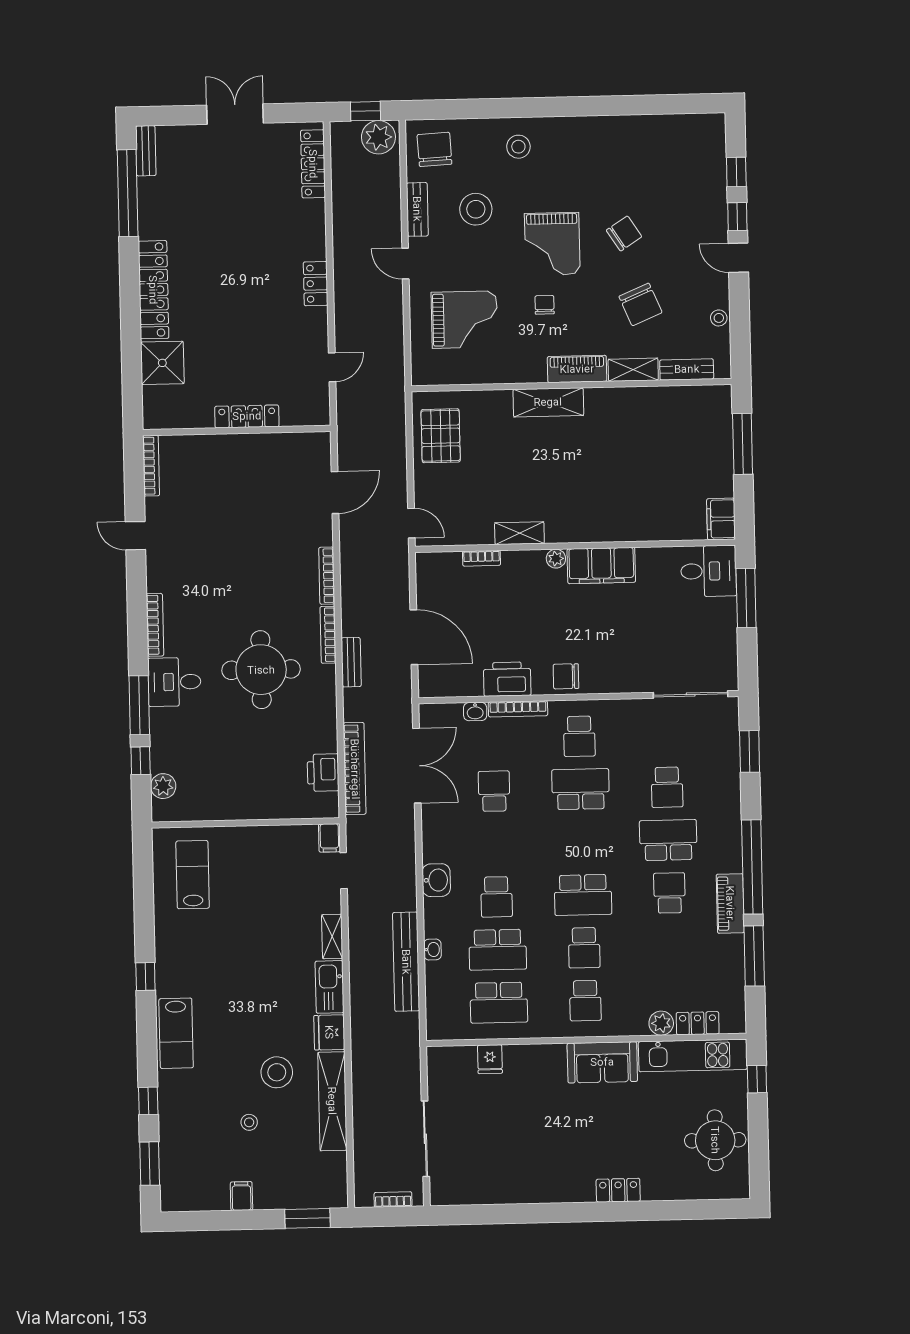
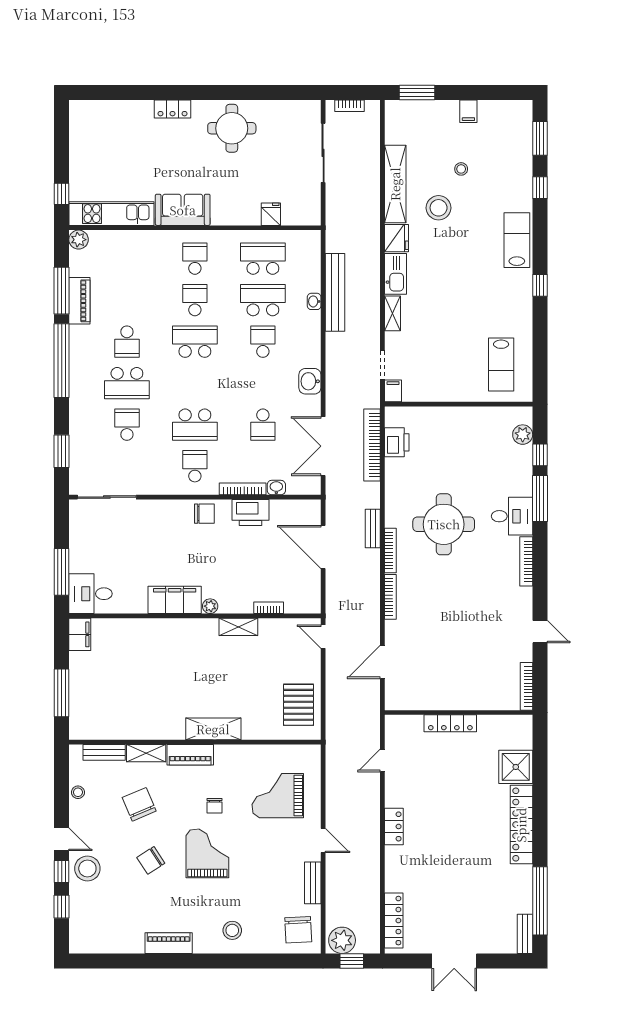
piano: (599, 129) -> (169, 943), added
stool: (476, 209) -> (87, 869), moved
washbasin: (436, 880) -> (310, 381), moved
piano: (730, 903) -> (79, 301), moved
plant: (661, 1023) -> (79, 240), moved
locker: (698, 1023) -> (107, 239), removed
round table: (715, 1140) -> (232, 128), moved

